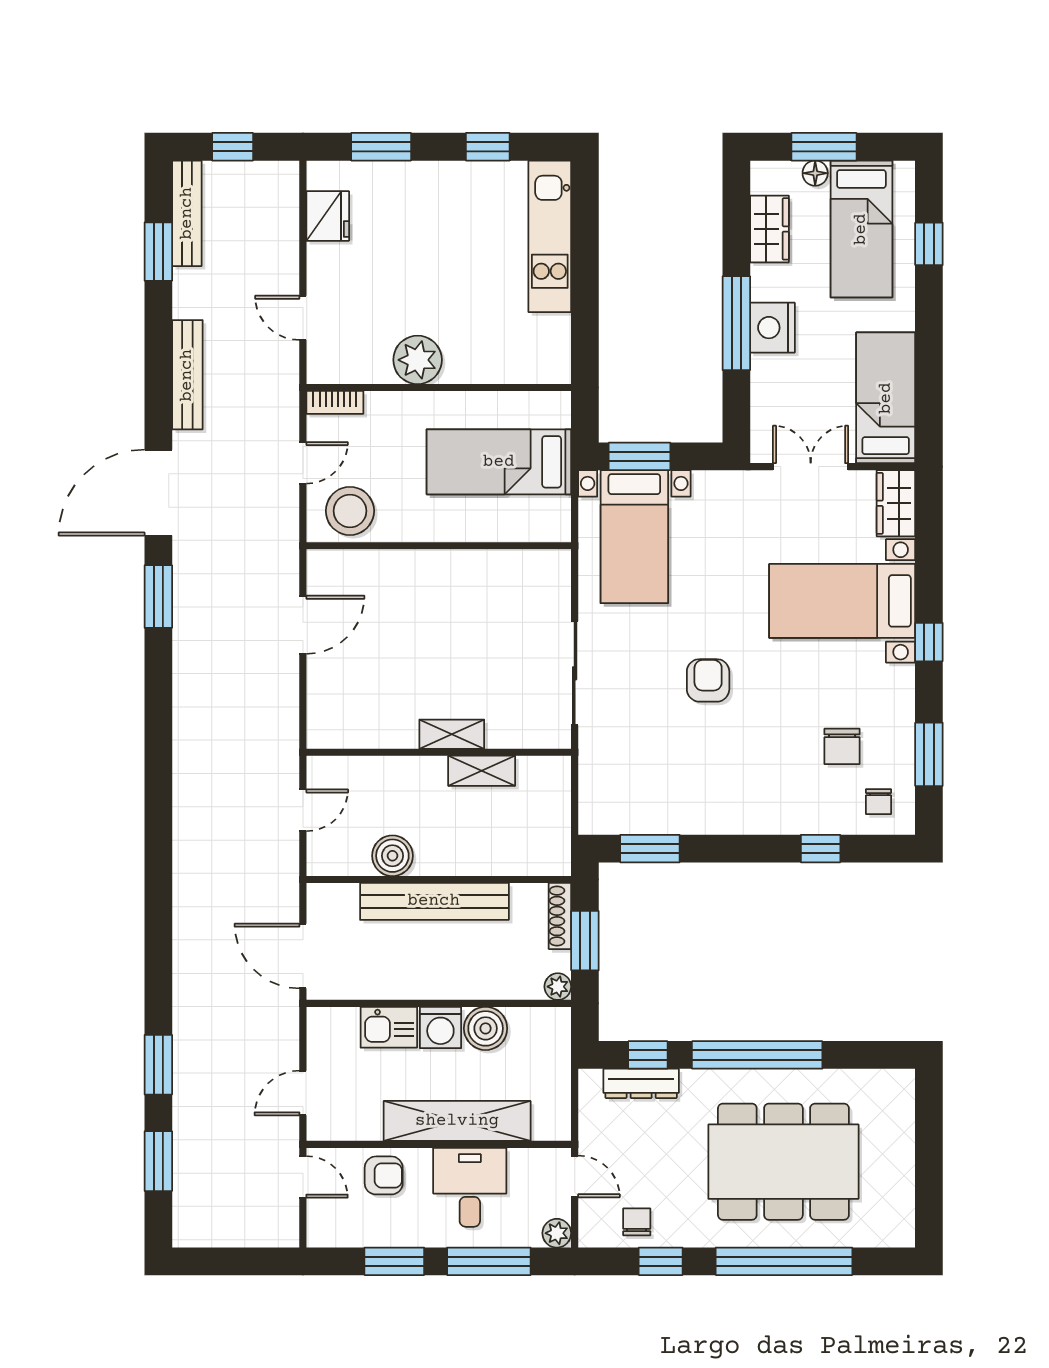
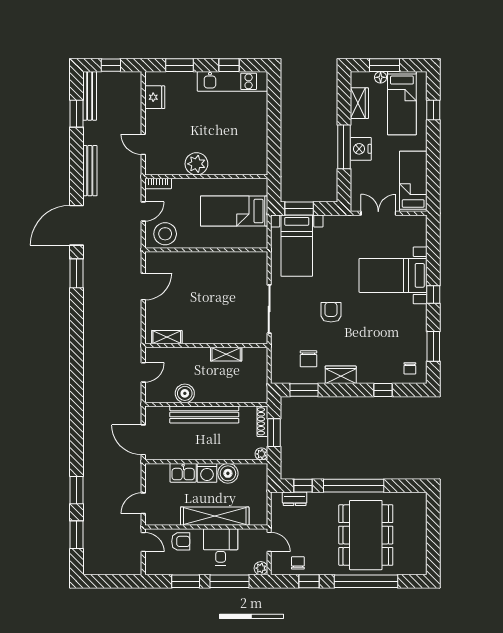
kitchen unit: (550, 236) -> (232, 81), moved, turned -90
wardrobe: (896, 503) -> (341, 375), moved, turned 90
shelving: (452, 734) -> (167, 337), moved
chair: (842, 746) -> (309, 359), moved
dresser: (641, 1083) -> (295, 499), width x0.70
dining table: (783, 1162) -> (366, 535), turned 90

